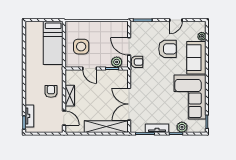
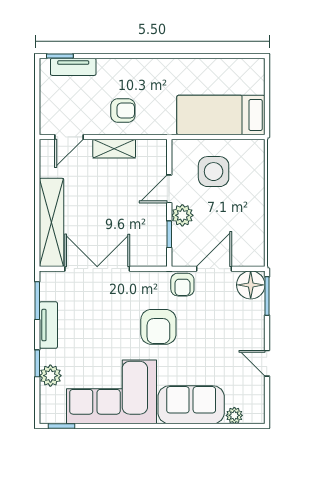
floor lamp: (137, 28) -> (251, 285), added
armchair: (167, 49) -> (158, 327), moved
plant: (117, 62) -> (182, 215), moved

